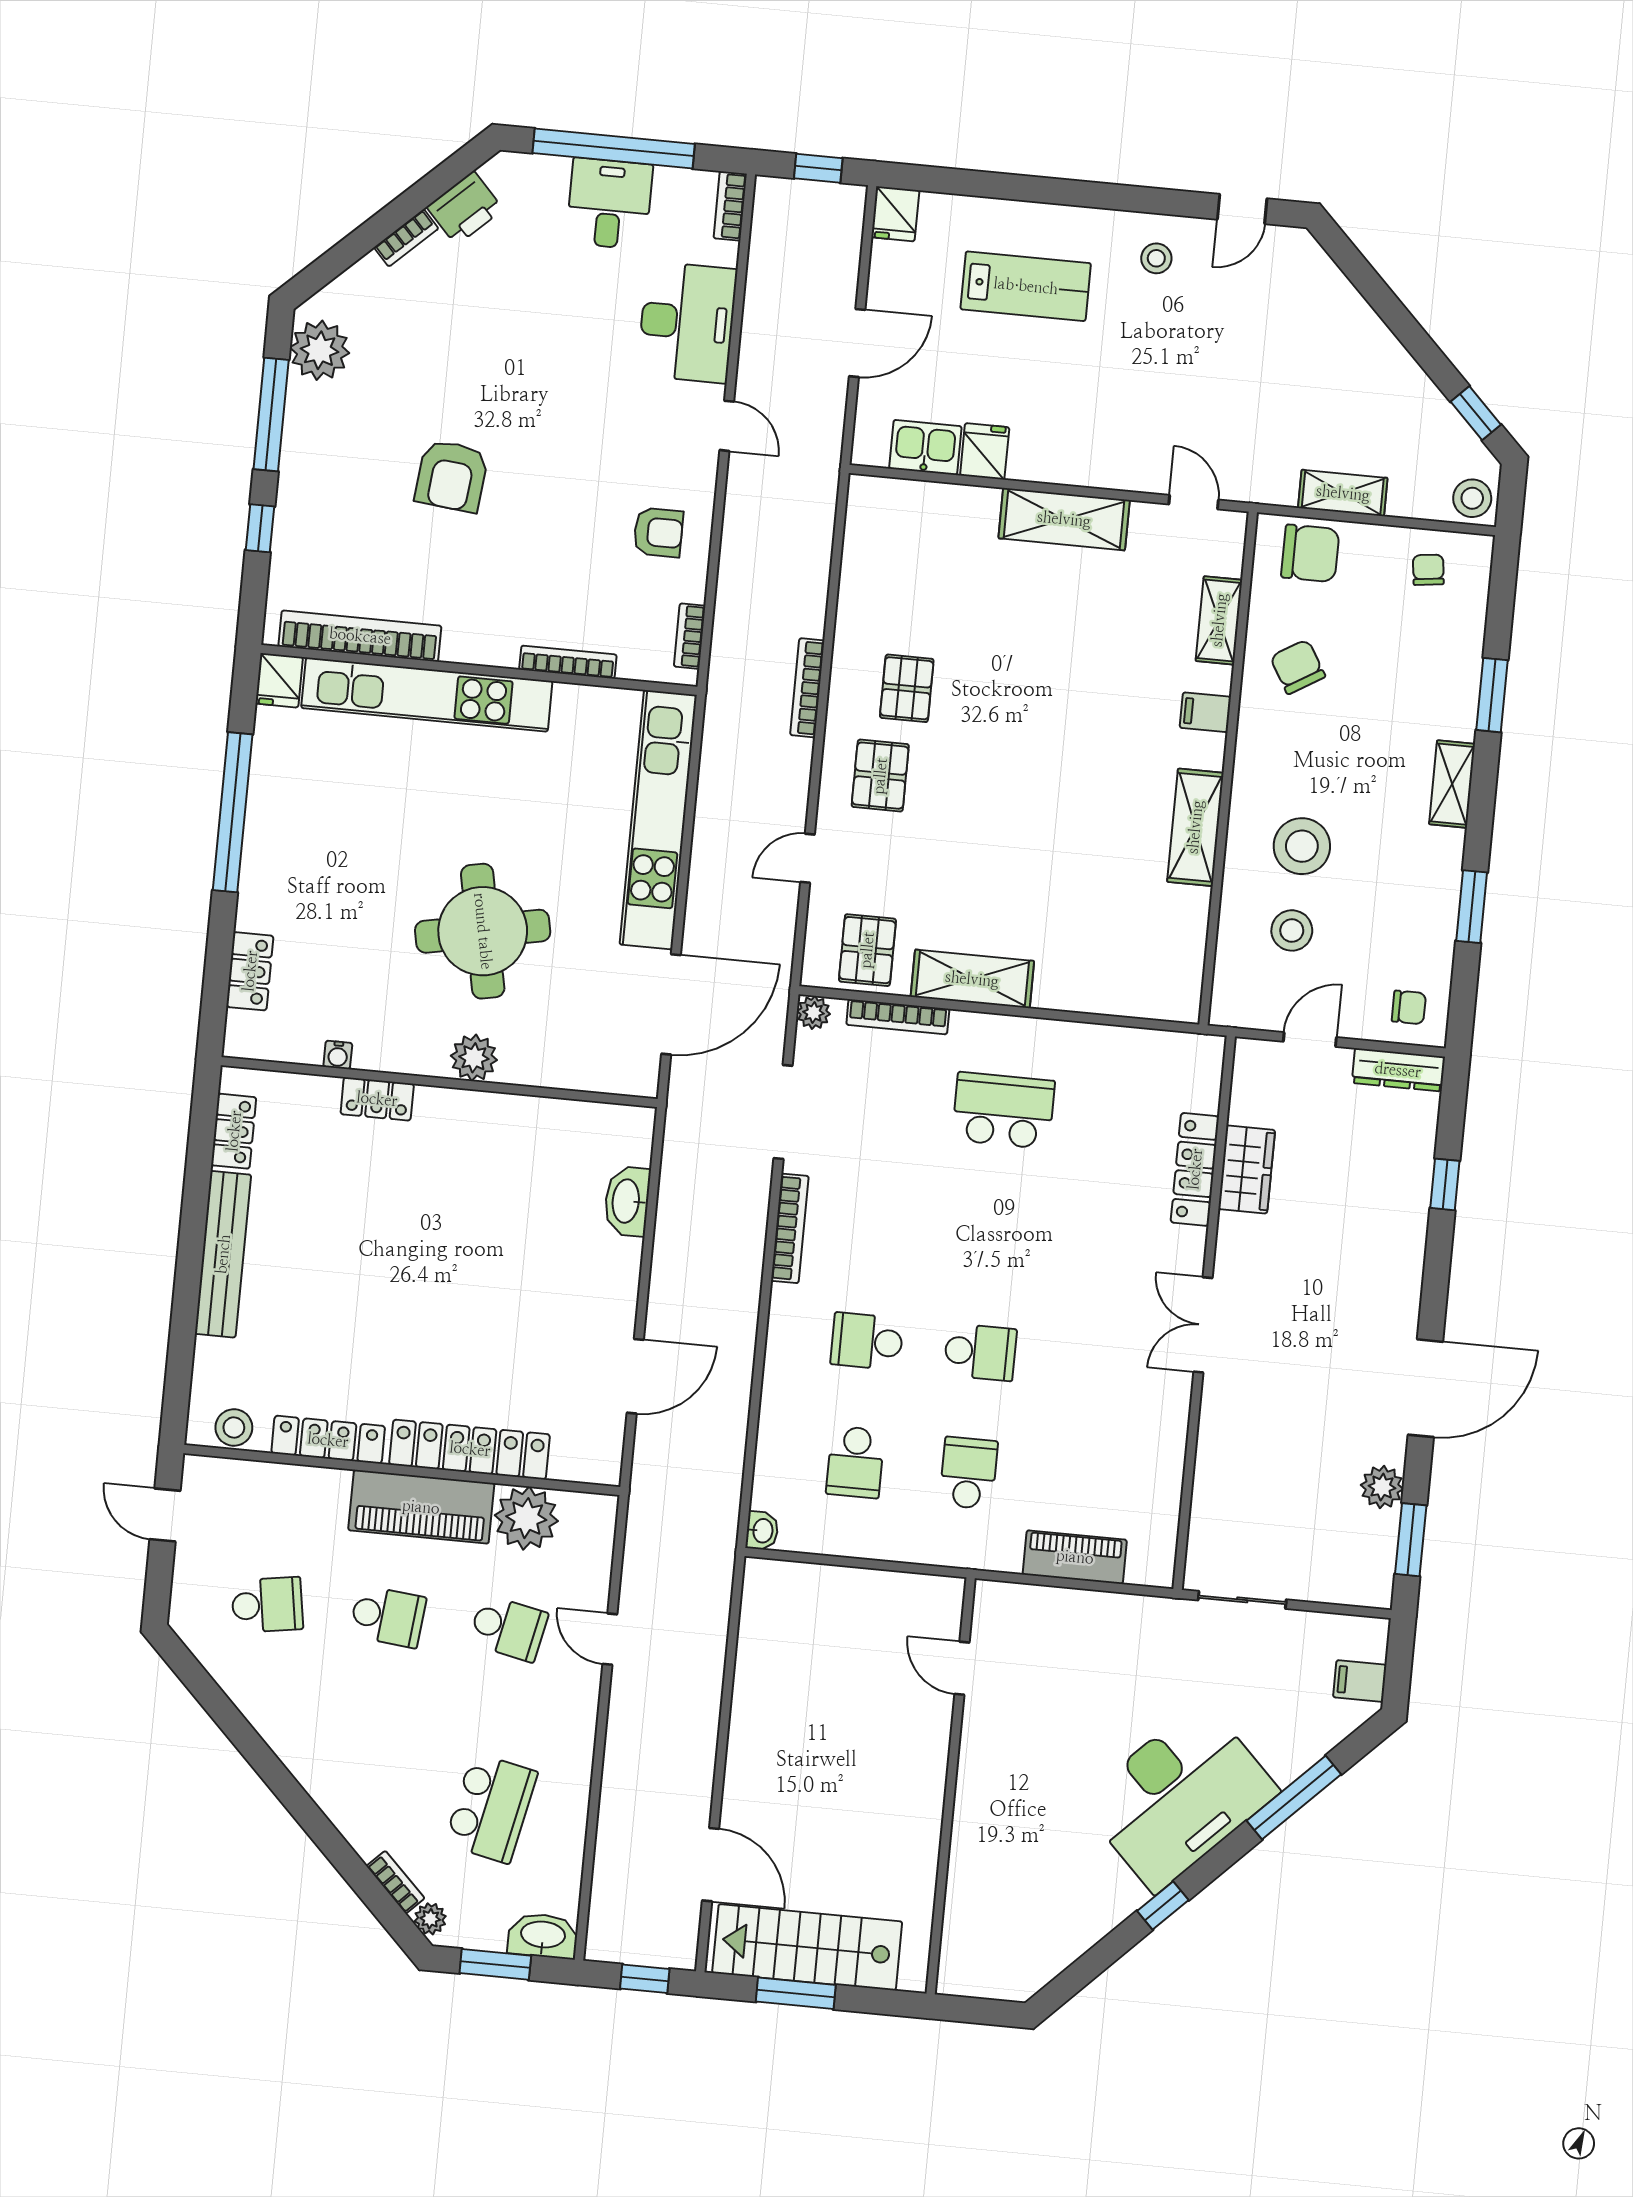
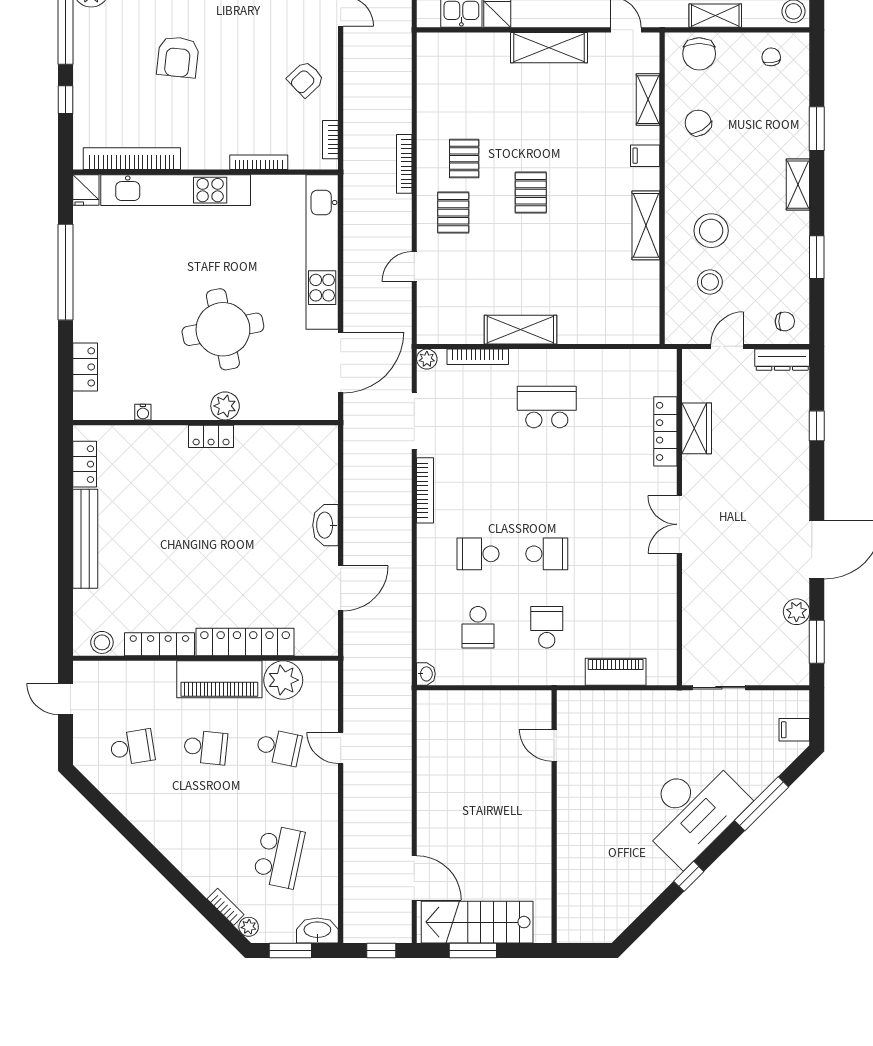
armchair: (658, 532) -> (306, 79), turned 136
chair: (1310, 553) -> (699, 54), turned 90
pallet: (867, 950) -> (531, 193), moved
locker: (377, 1099) -> (211, 436), moved
washbasin: (627, 1201) -> (325, 525), moved

